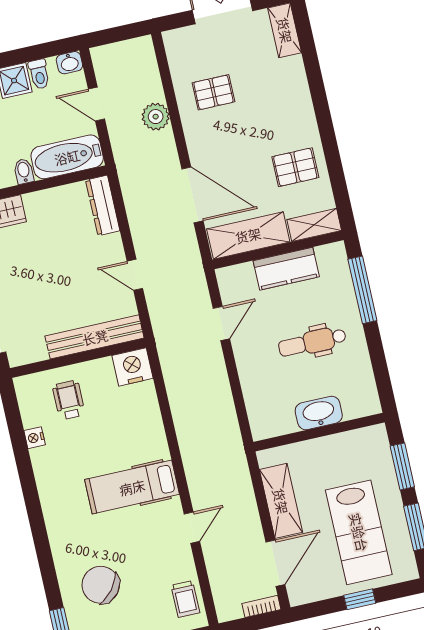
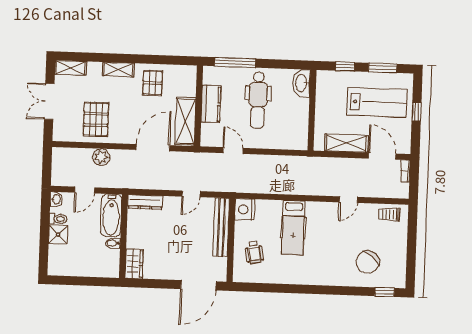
pallet: (213, 92) -> (96, 119), width x1.50, depth x1.42
shelving: (314, 225) -> (118, 70), moved, turned 90
dental chair: (312, 342) -> (258, 100), width x1.36, depth x1.38
wheelchair: (69, 400) -> (254, 252), turned -101
washbasin: (319, 413) -> (302, 83), moved
nightstand: (35, 438) -> (271, 278), removed
window: (402, 466) -> (345, 66), width x0.67
hospital bed: (132, 487) -> (293, 228), moved
door: (192, 528) -> (348, 200), swing flipped
trolley: (185, 599) -> (389, 215), turned 180

